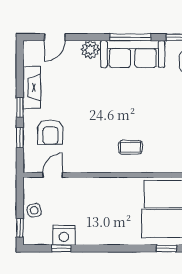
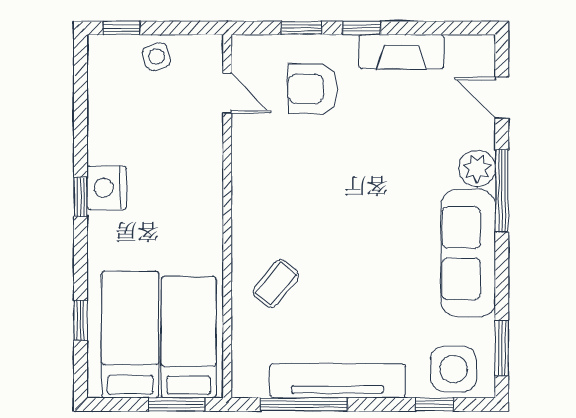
window: (130, 37) -> (502, 191), moved
coffee table: (130, 147) -> (276, 284), moved, turned 40
nightstand: (64, 235) -> (107, 188), moved
window: (61, 248) -> (81, 197), moved

